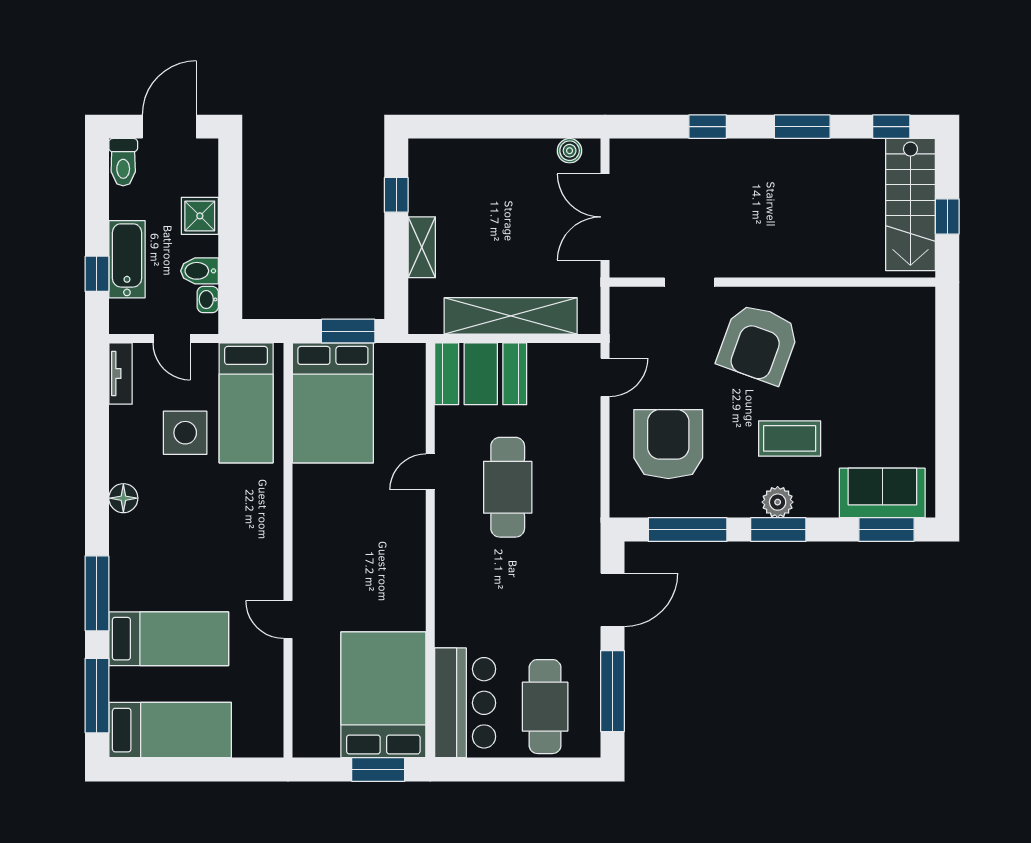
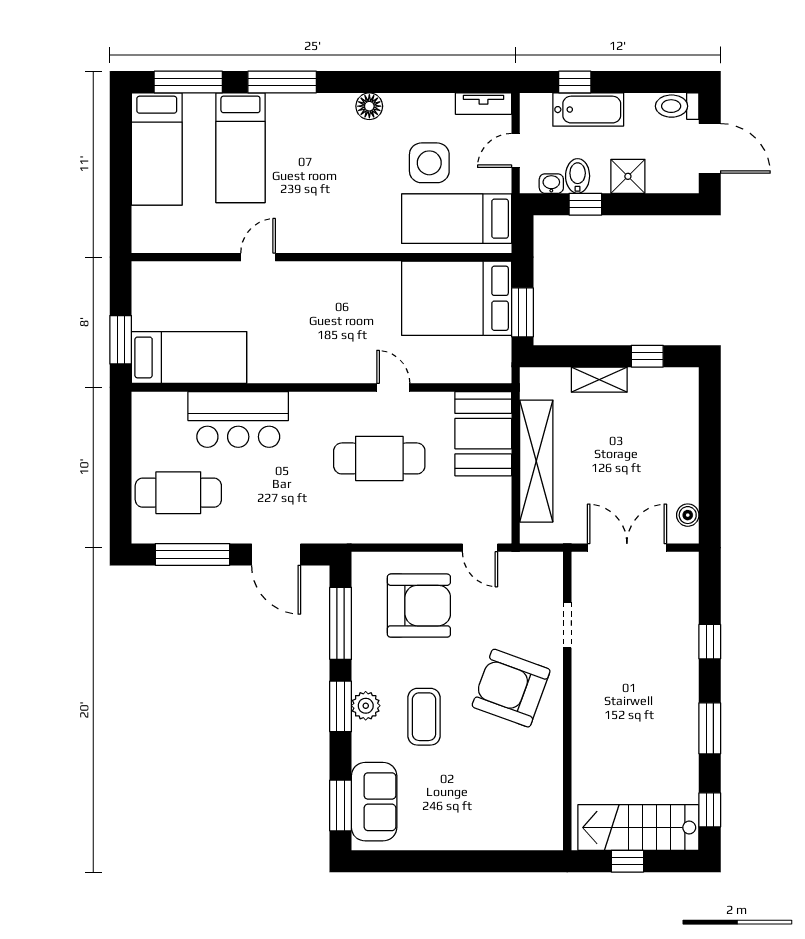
window: (230, 262) -> (585, 204), added
bed: (383, 695) -> (189, 357), width x0.67
bar counter: (465, 703) -> (238, 419), moved

